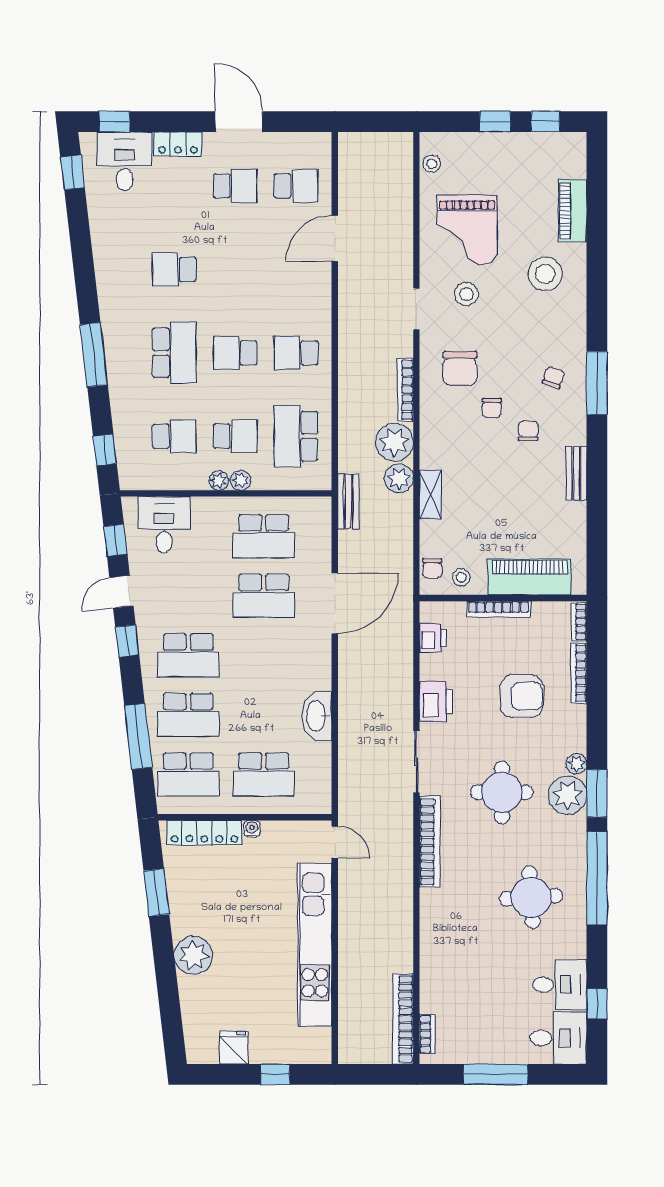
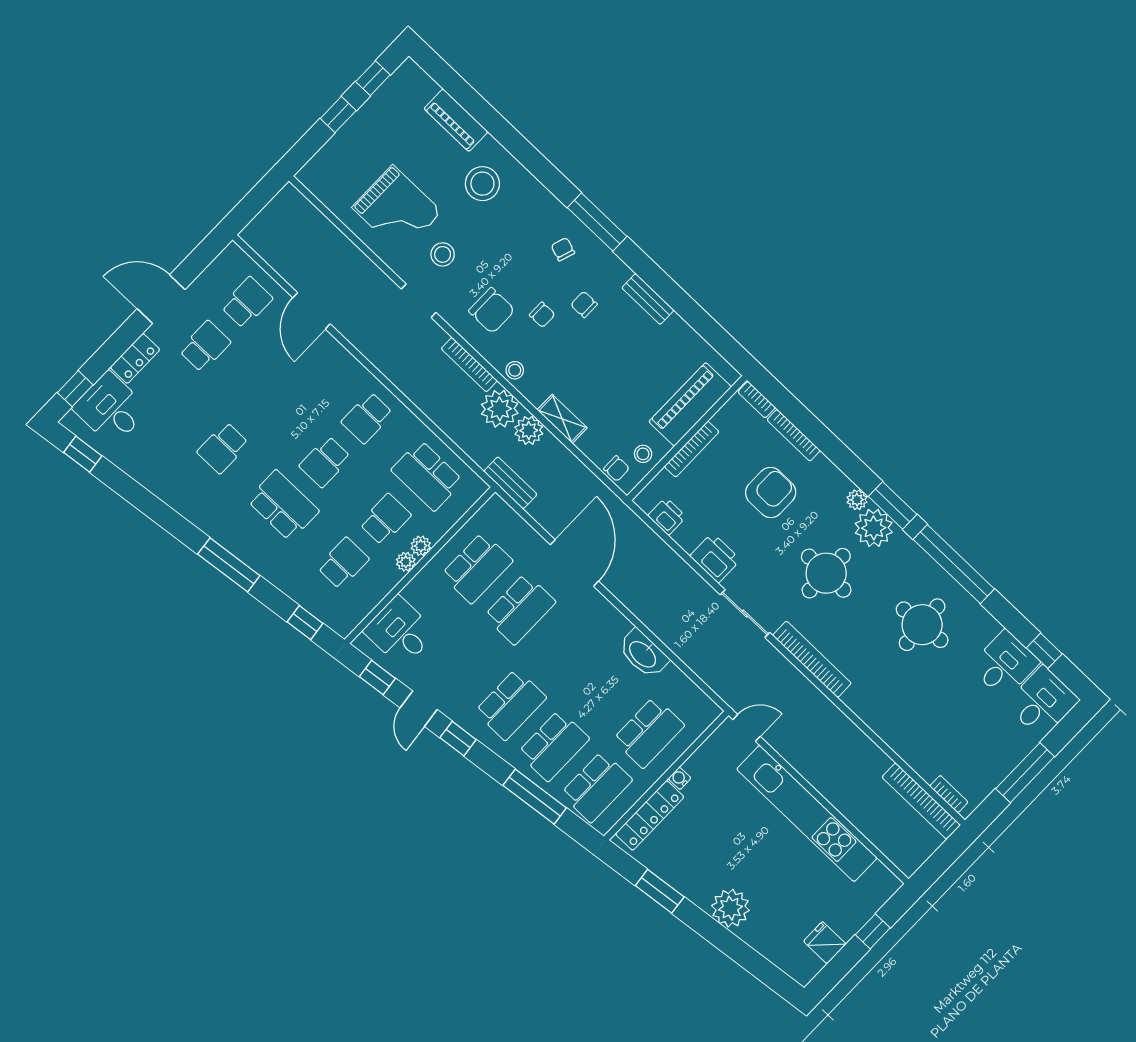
stool: (432, 164) -> (515, 370), moved

